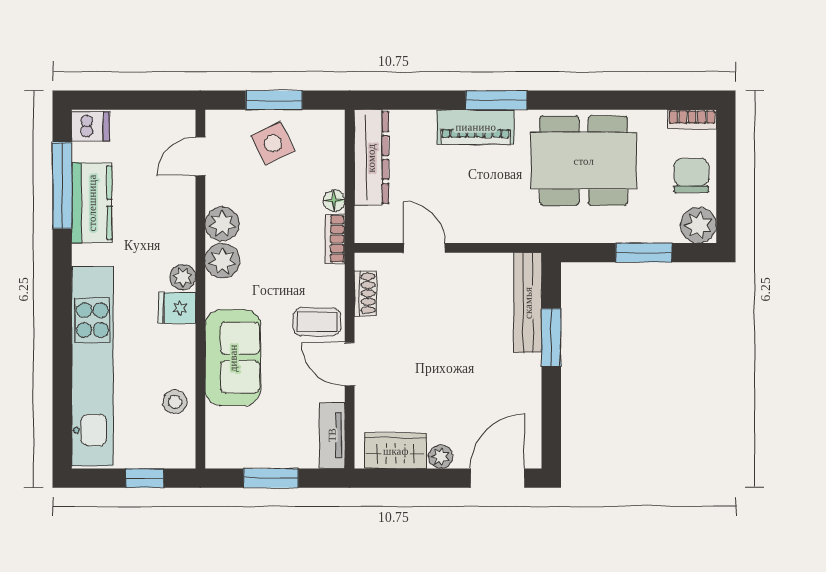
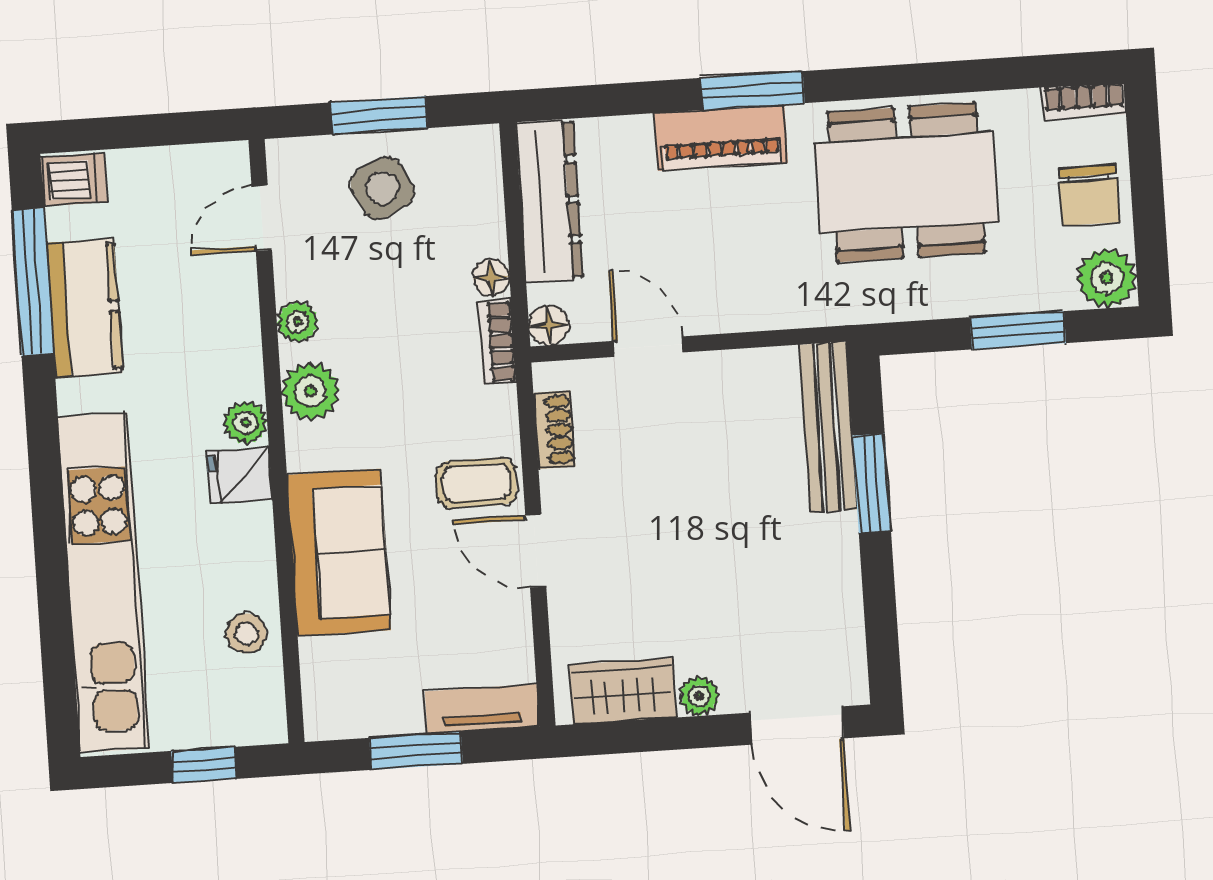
chair: (691, 175) -> (1089, 195), turned 180
plant: (222, 224) -> (298, 322), width x0.73, depth x0.73
floor lamp: (366, 231) -> (549, 325), added
tv unit: (332, 435) -> (482, 709), moved, turned 90
door: (498, 478) -> (797, 725), swing flipped

